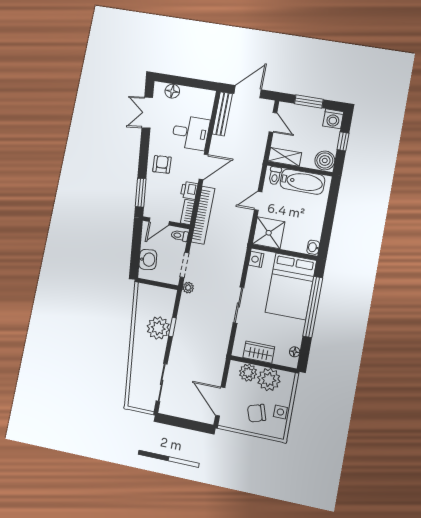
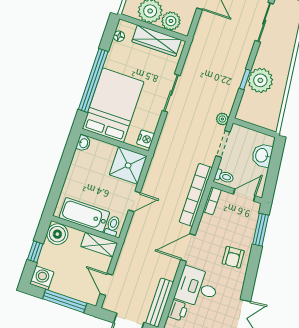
window: (309, 101) -> (65, 301), width x1.44
printer: (189, 190) -> (178, 310), moved
wardrobe: (259, 352) -> (157, 41), width x1.50

